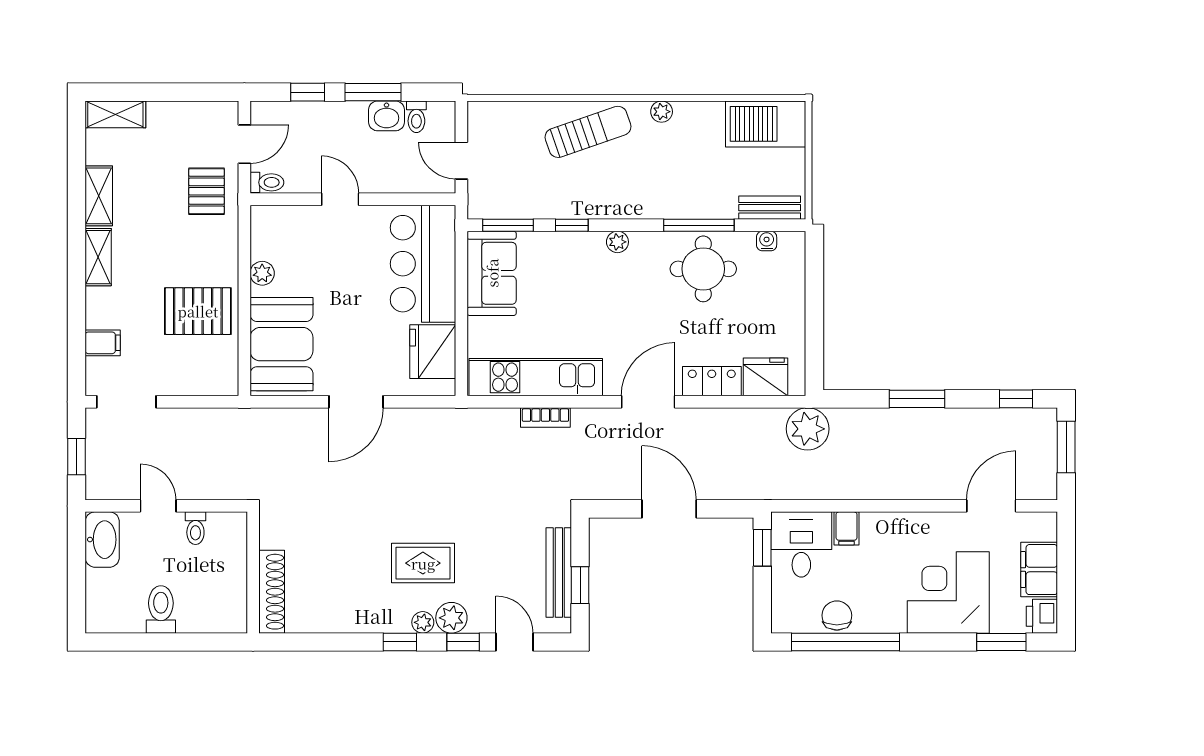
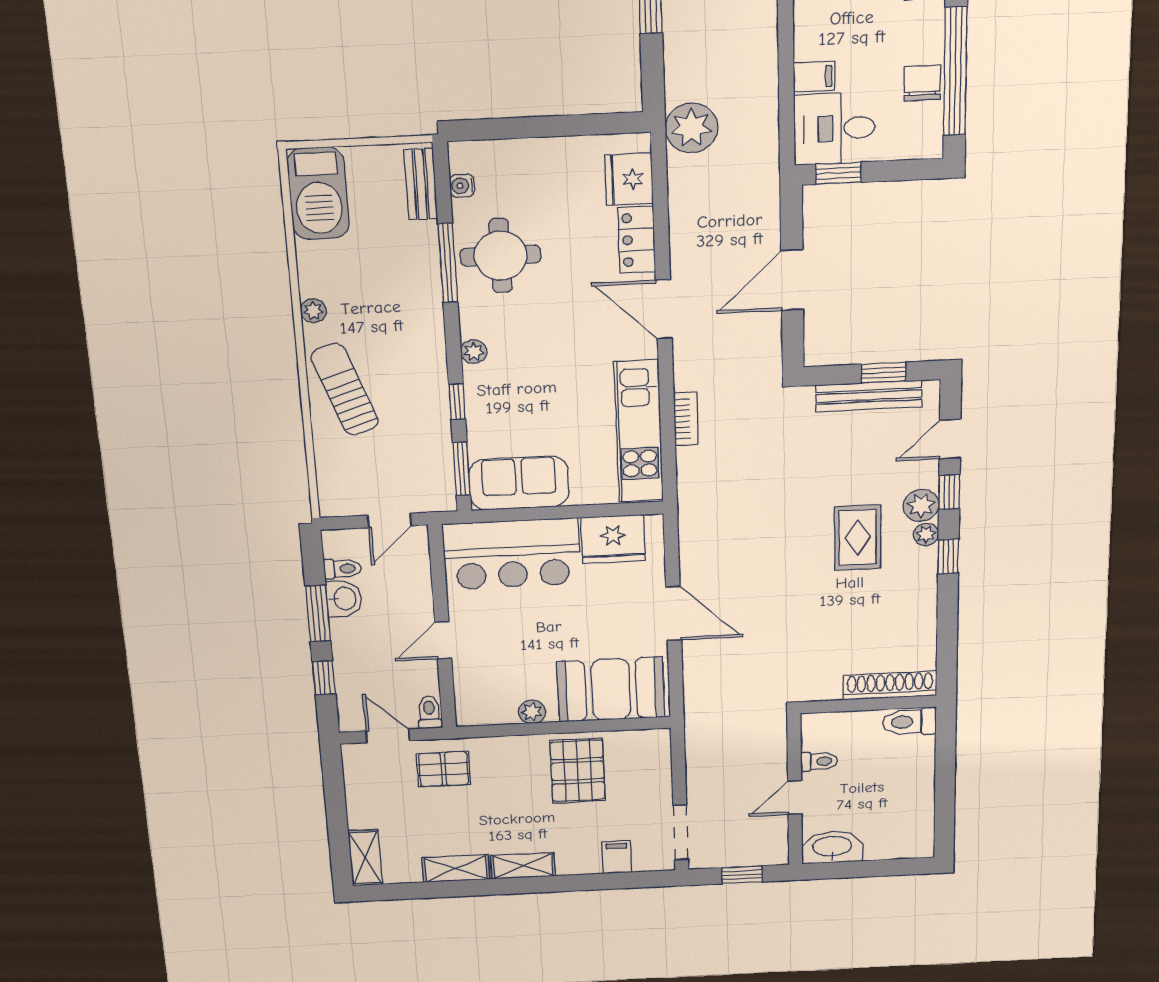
toilet: (161, 609) -> (910, 722), moved
chair: (837, 615) -> (922, 83), turned 90

